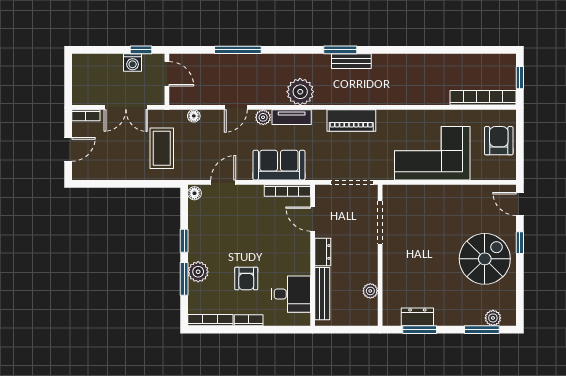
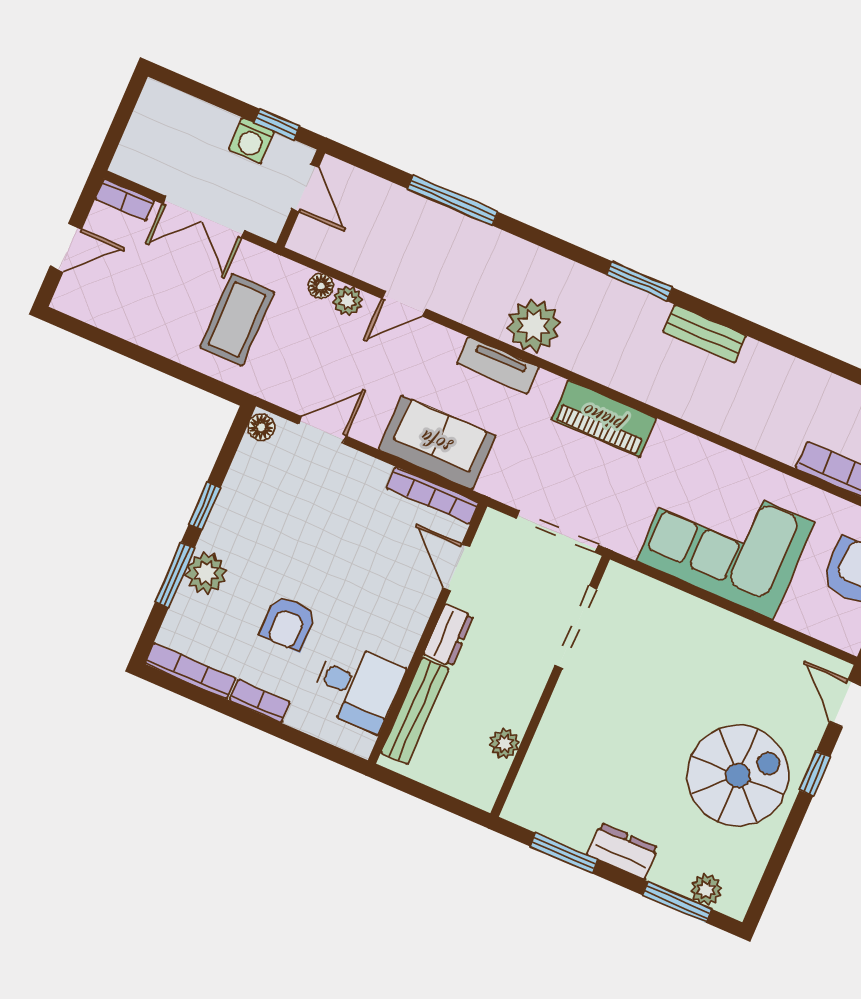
bench: (351, 61) -> (704, 334), moved
plant: (263, 117) -> (348, 301), moved
dresser: (417, 317) -> (623, 851), moved

